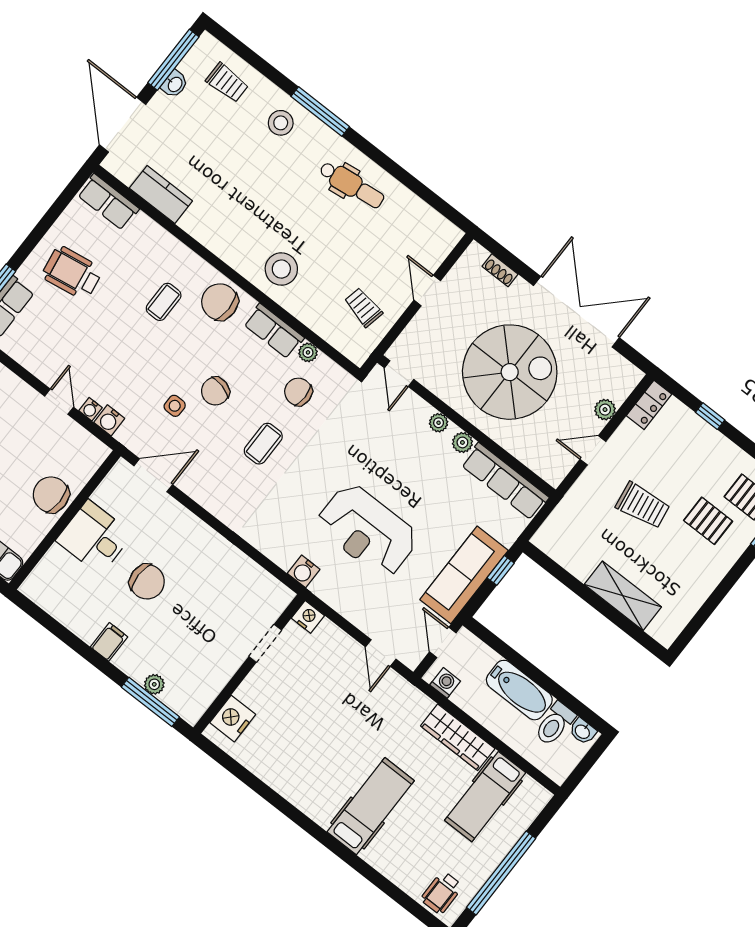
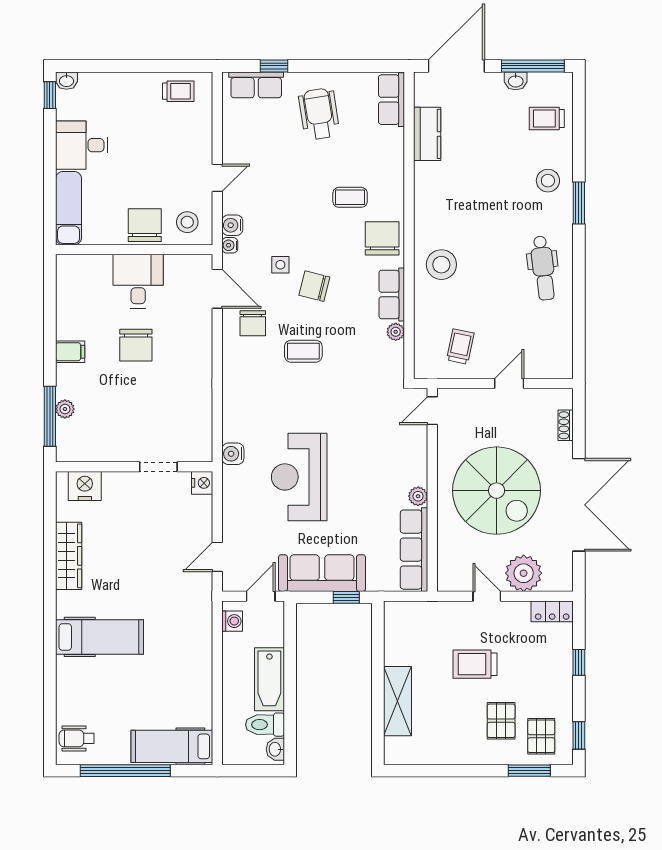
trolley: (227, 83) -> (547, 118), turned 90
window: (320, 111) -> (579, 203), width x0.69
chair: (298, 392) -> (253, 323), moved, turned 180
water cooler: (91, 409) -> (230, 245), moved
plant: (605, 410) -> (524, 573), width x1.88, depth x1.88
plant: (439, 423) -> (419, 467), removed
stool: (77, 457) -> (187, 222), added
trolley: (643, 505) -> (475, 664), turned 99
wardrobe: (458, 737) -> (69, 556), moved, turned 180
hospital bed: (485, 797) -> (172, 746), moved

